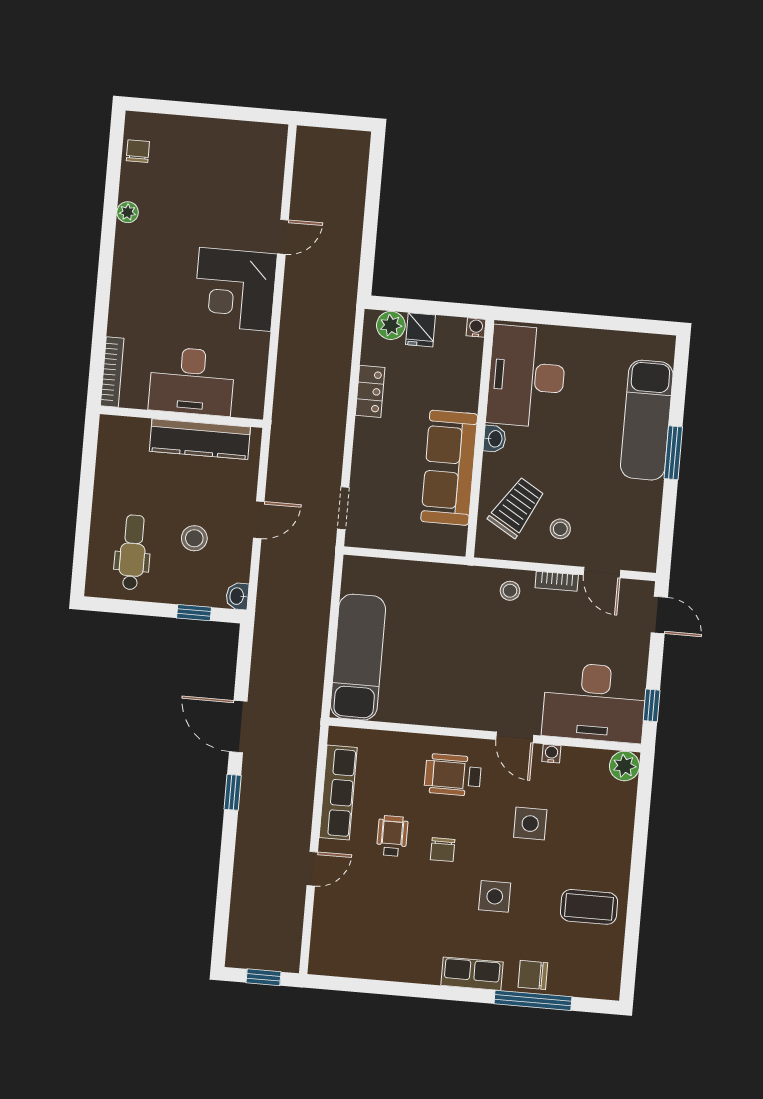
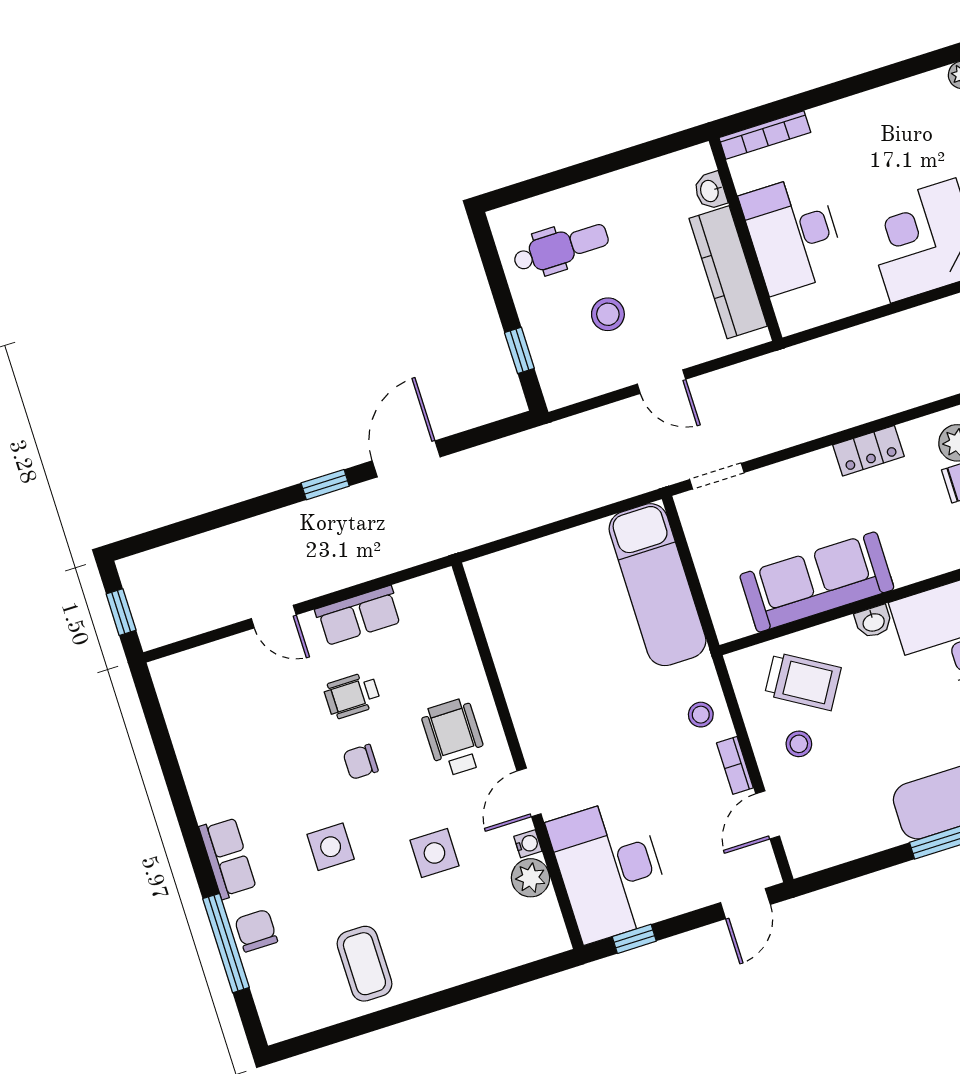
washbasin: (237, 596) -> (710, 191), moved, turned -90
exam couch: (358, 657) -> (657, 585), moved, turned 90
plant: (624, 766) -> (531, 878), moved
row of seats: (338, 792) -> (358, 616), width x0.68
wheelchair: (392, 836) -> (352, 695), turned 180

